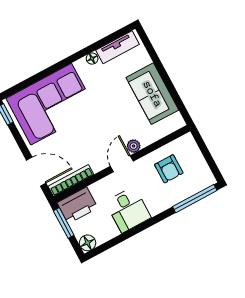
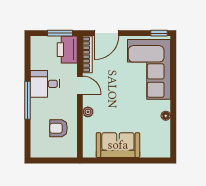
tv unit: (118, 47) -> (164, 138), removed
door: (122, 164) -> (80, 85), moved
window: (195, 199) -> (28, 100), moved
floor lamp: (88, 243) -> (37, 42), removed

